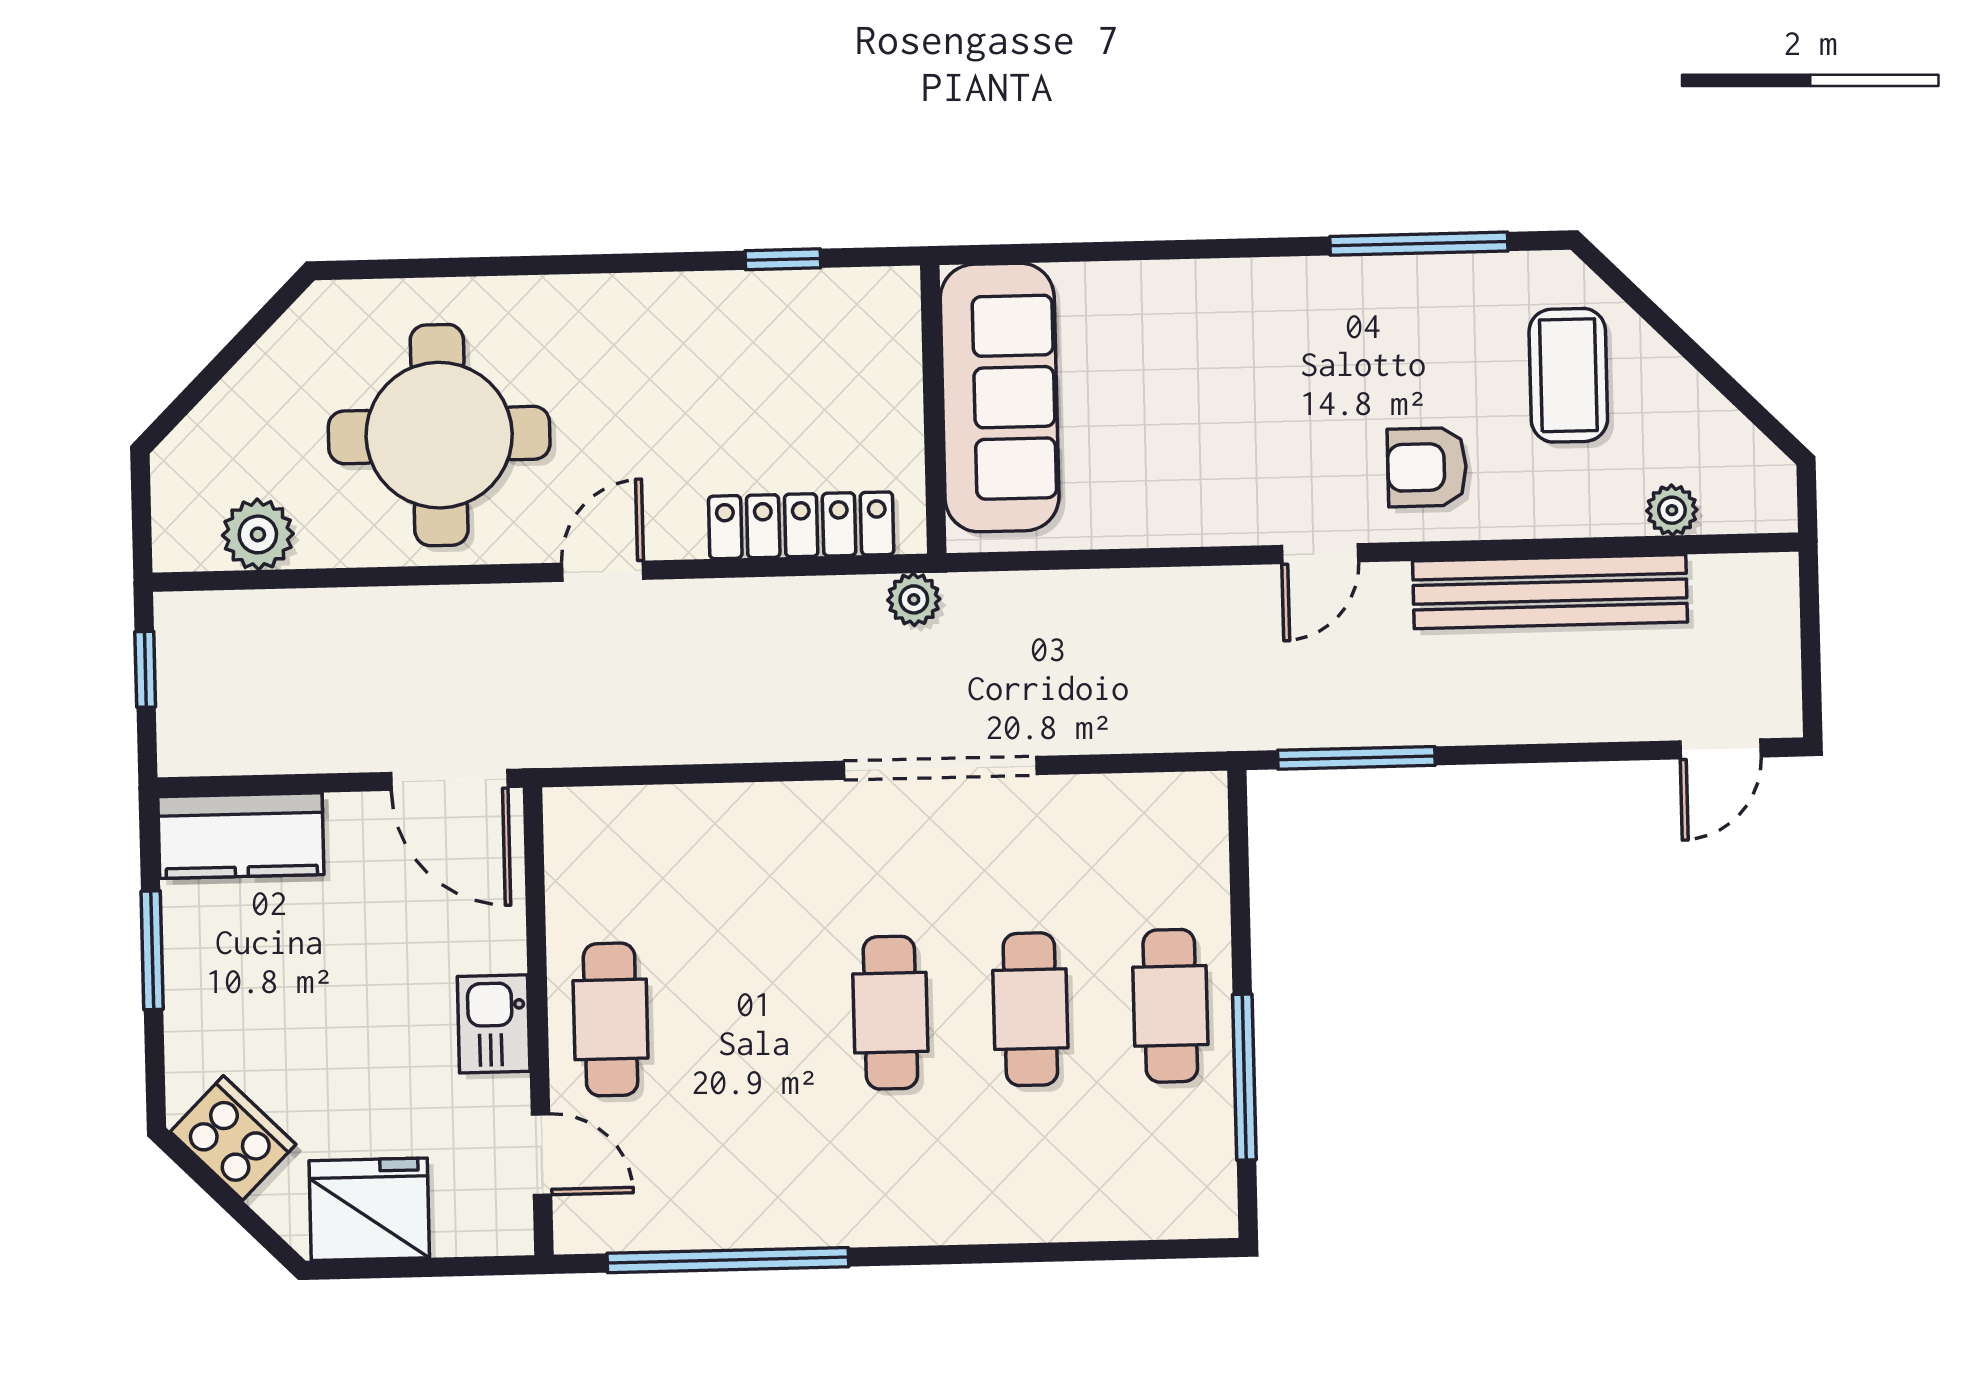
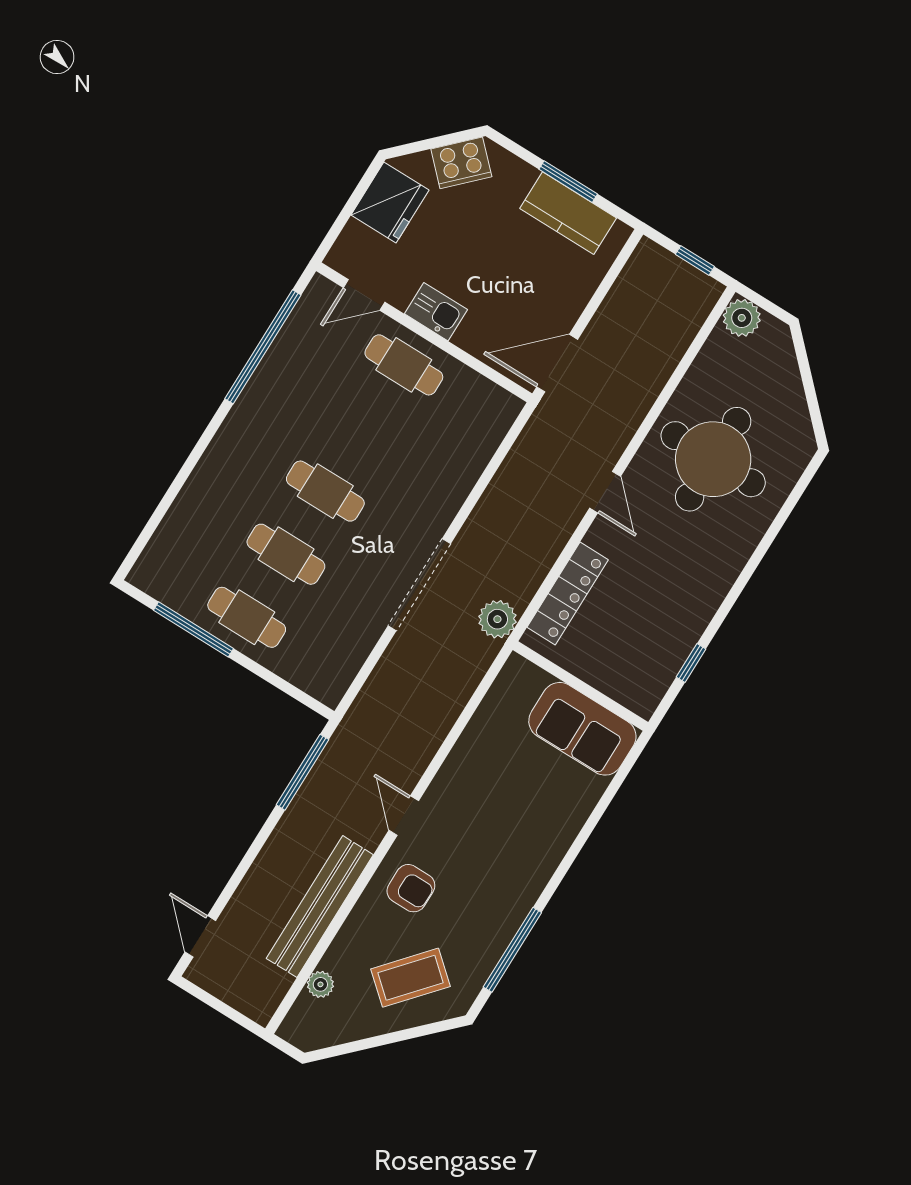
coffee table: (1568, 375) -> (411, 978), turned -49
sofa: (1000, 398) -> (582, 729), width x0.73
armchair: (1427, 467) -> (411, 888), turned 90
plant: (258, 534) -> (742, 318), moved
plant: (914, 599) -> (497, 619), width x1.38, depth x1.38
kitchen counter: (241, 836) -> (568, 213), moved, turned -90

